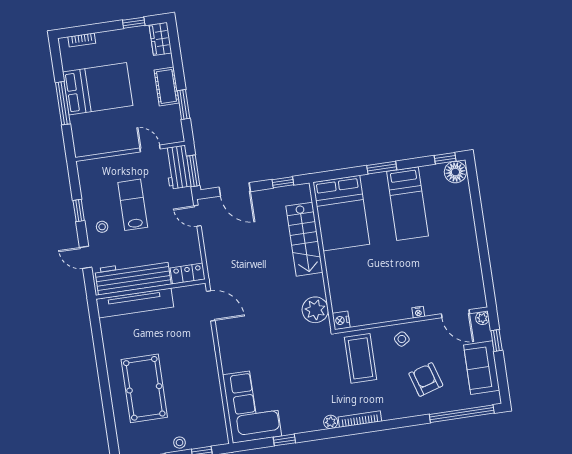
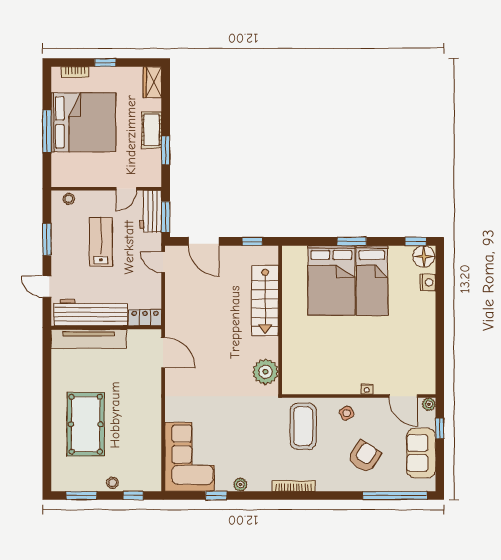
window: (134, 23) -> (105, 63), moved
bed: (98, 89) -> (83, 122), width x1.36
door: (150, 148) -> (126, 189), swing flipped
window: (79, 210) -> (47, 239), width x1.50
bed: (341, 213) -> (331, 280), moved
stool: (102, 227) -> (69, 199), moved
nightstand: (341, 320) -> (428, 282), moved, turned 180
armchair: (426, 380) -> (364, 457), turned 51
plant: (331, 422) -> (240, 484), moved

